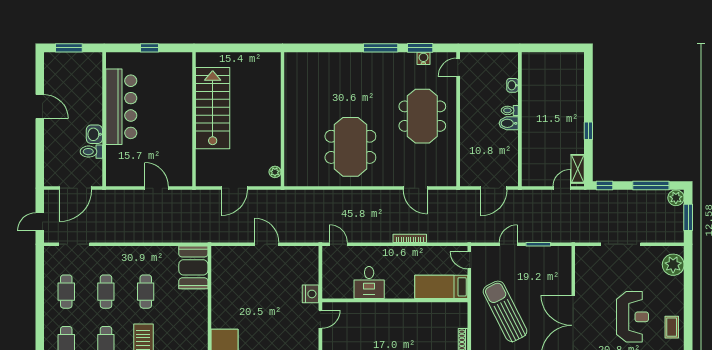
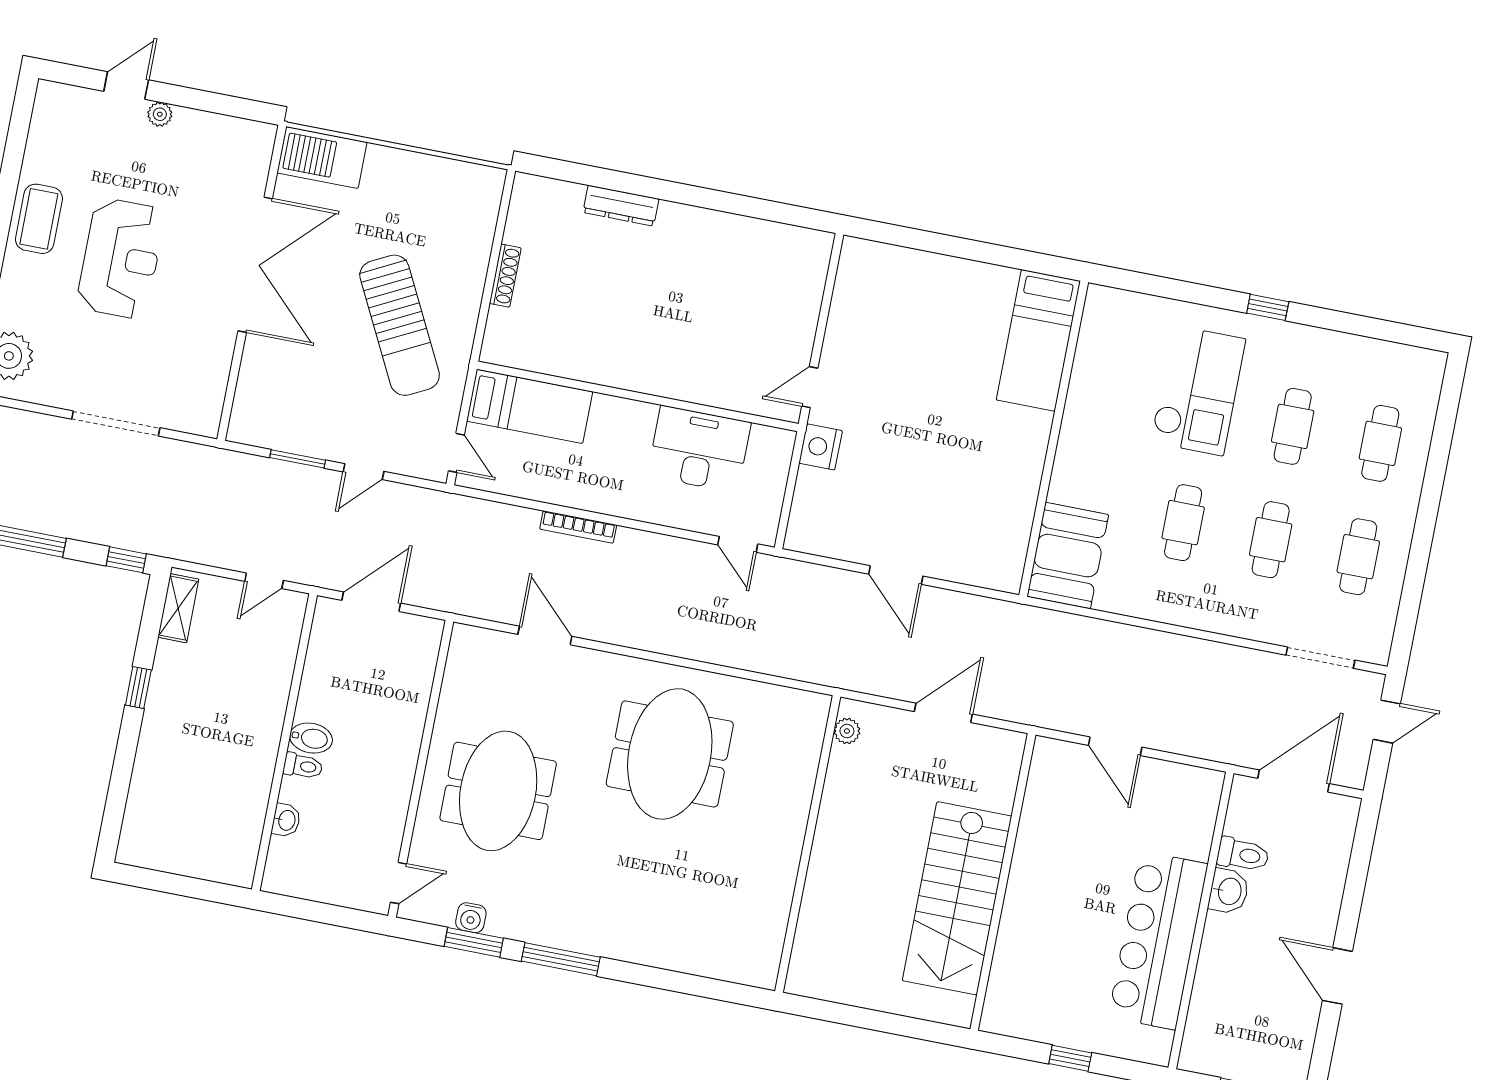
door: (562, 188) -> (264, 581), moved
desk: (369, 283) -> (699, 449), width x1.37
reception desk: (633, 317) -> (121, 258), turned 180
coffee table: (672, 327) -> (39, 219), width x1.36, depth x1.30

